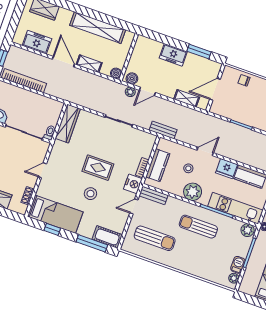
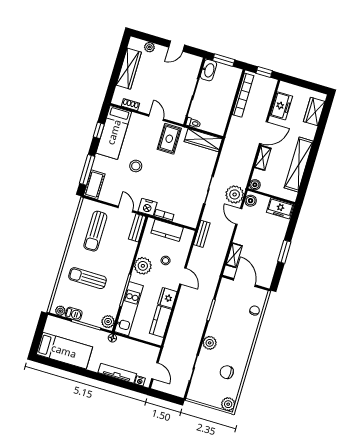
window: (199, 52) -> (284, 252), moved
freezer: (173, 55) -> (280, 208), moved, turned -90
plant: (130, 92) -> (235, 194), width x1.88, depth x1.88
rug: (98, 168) -> (169, 139), moved
sun lounger: (198, 227) -> (87, 278), moved, turned -90

